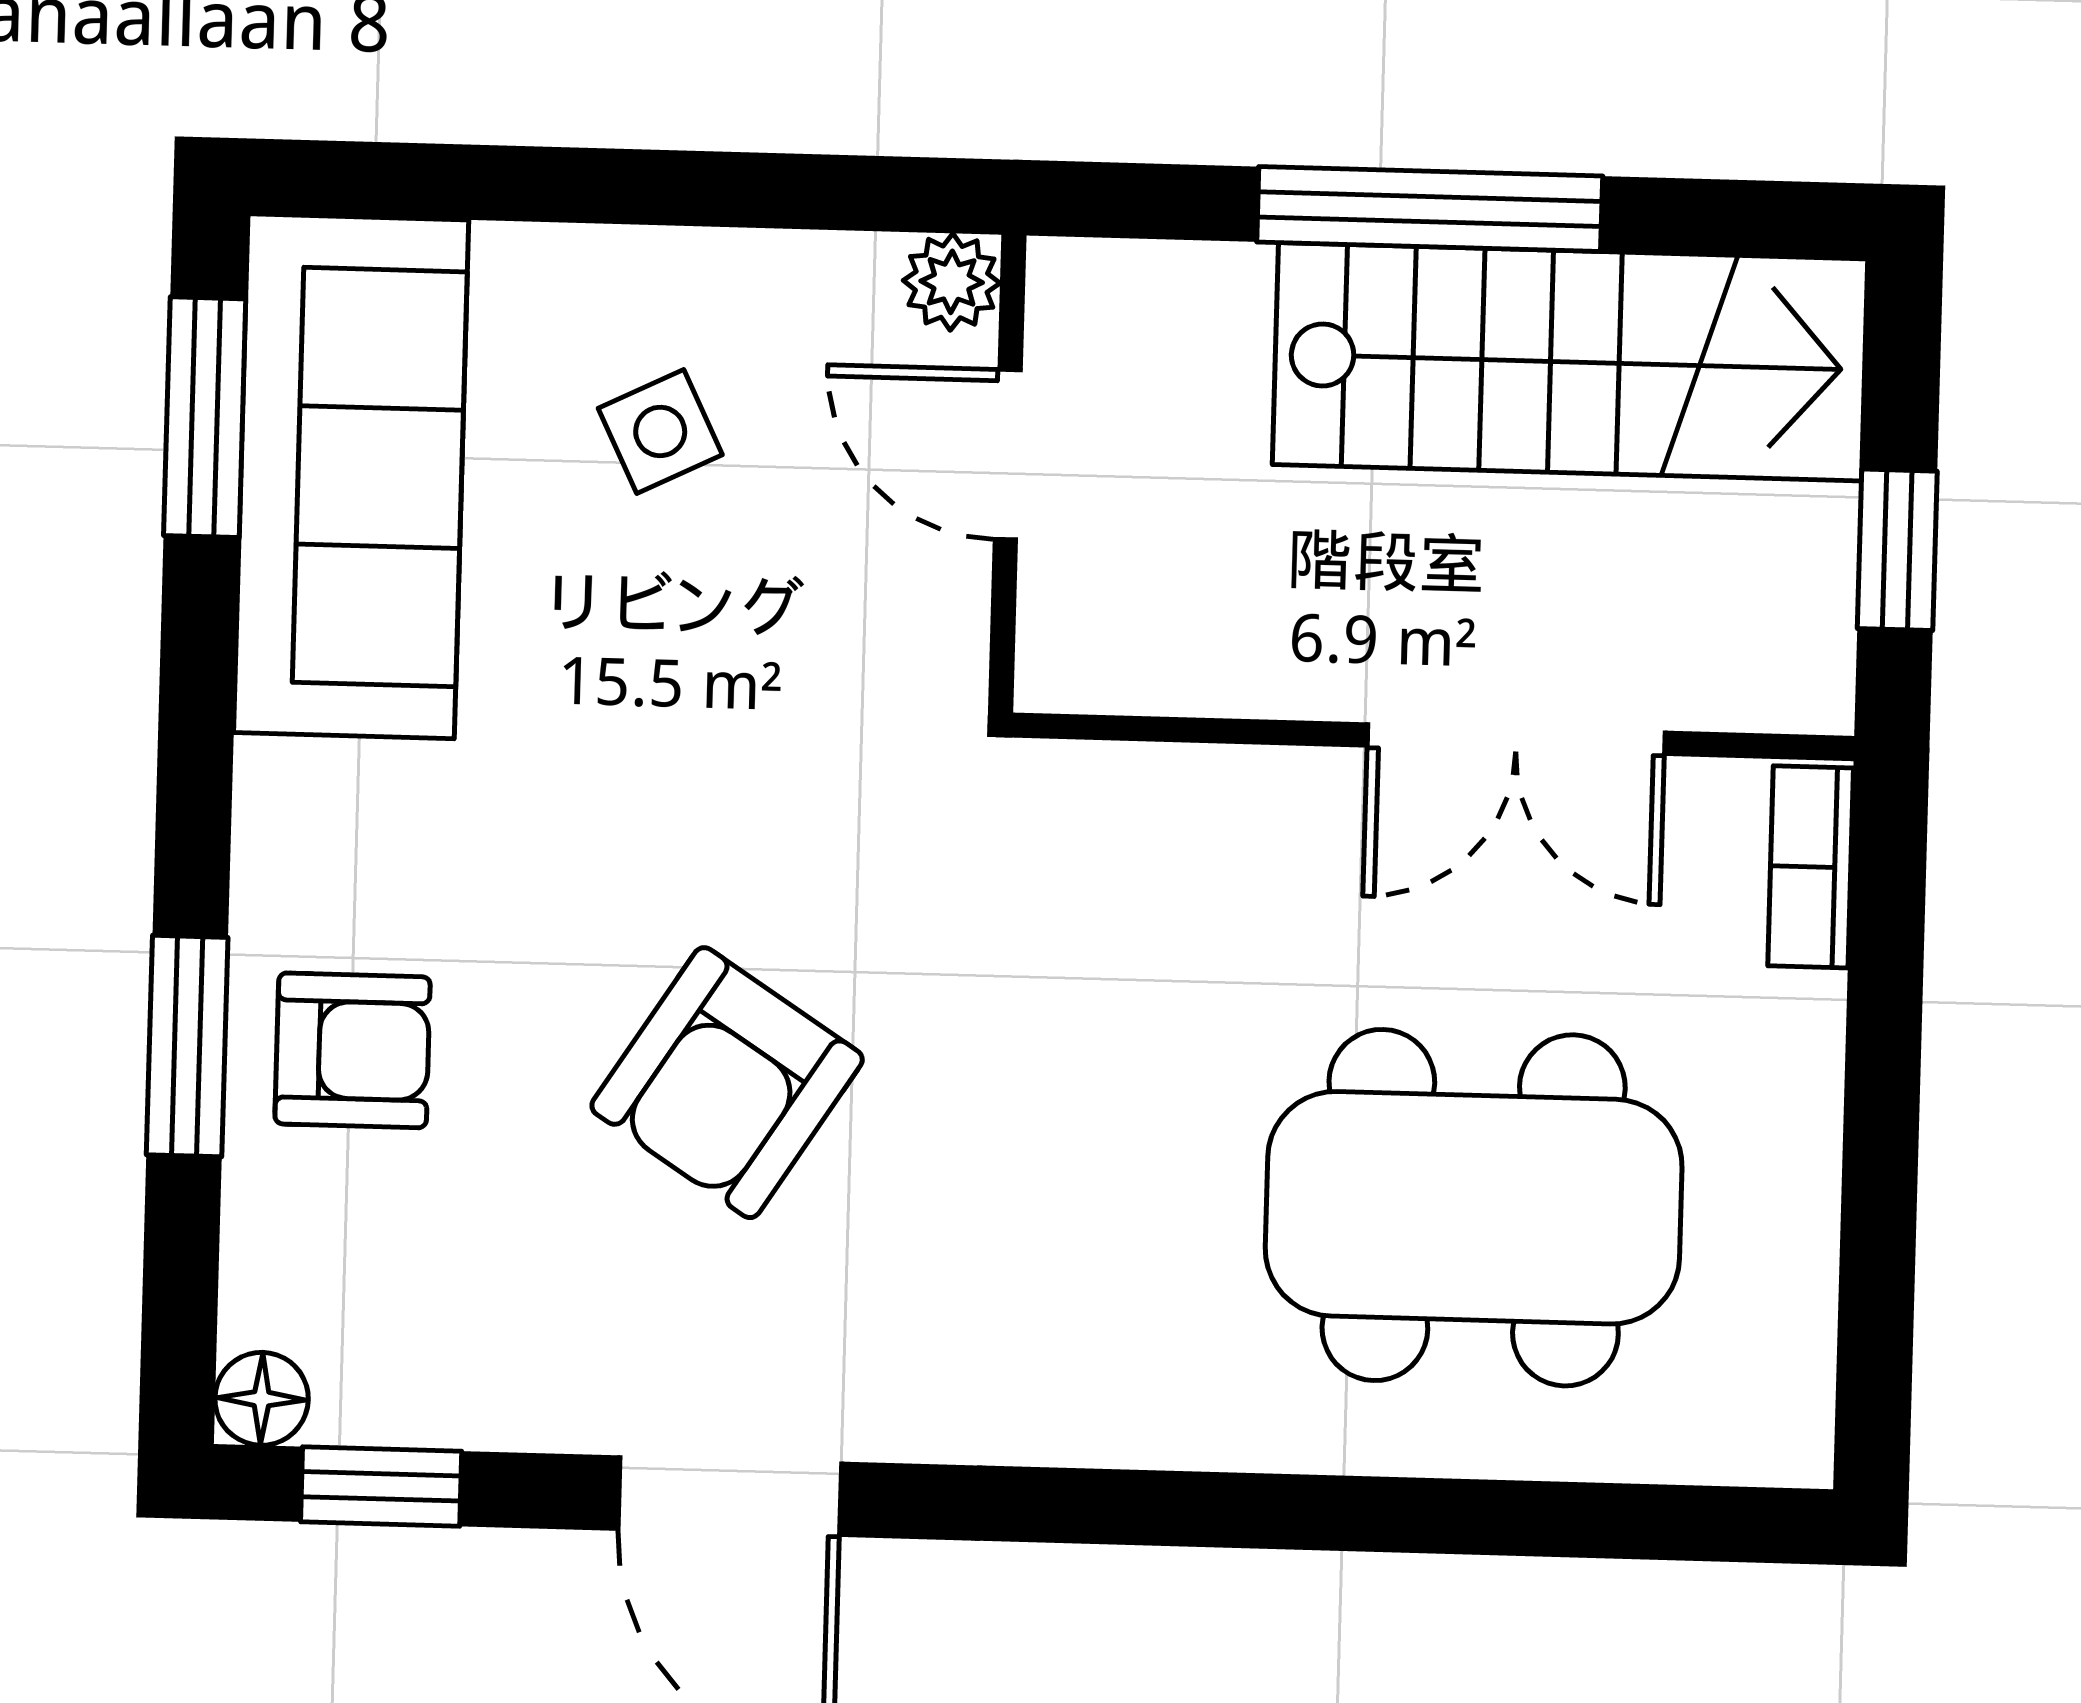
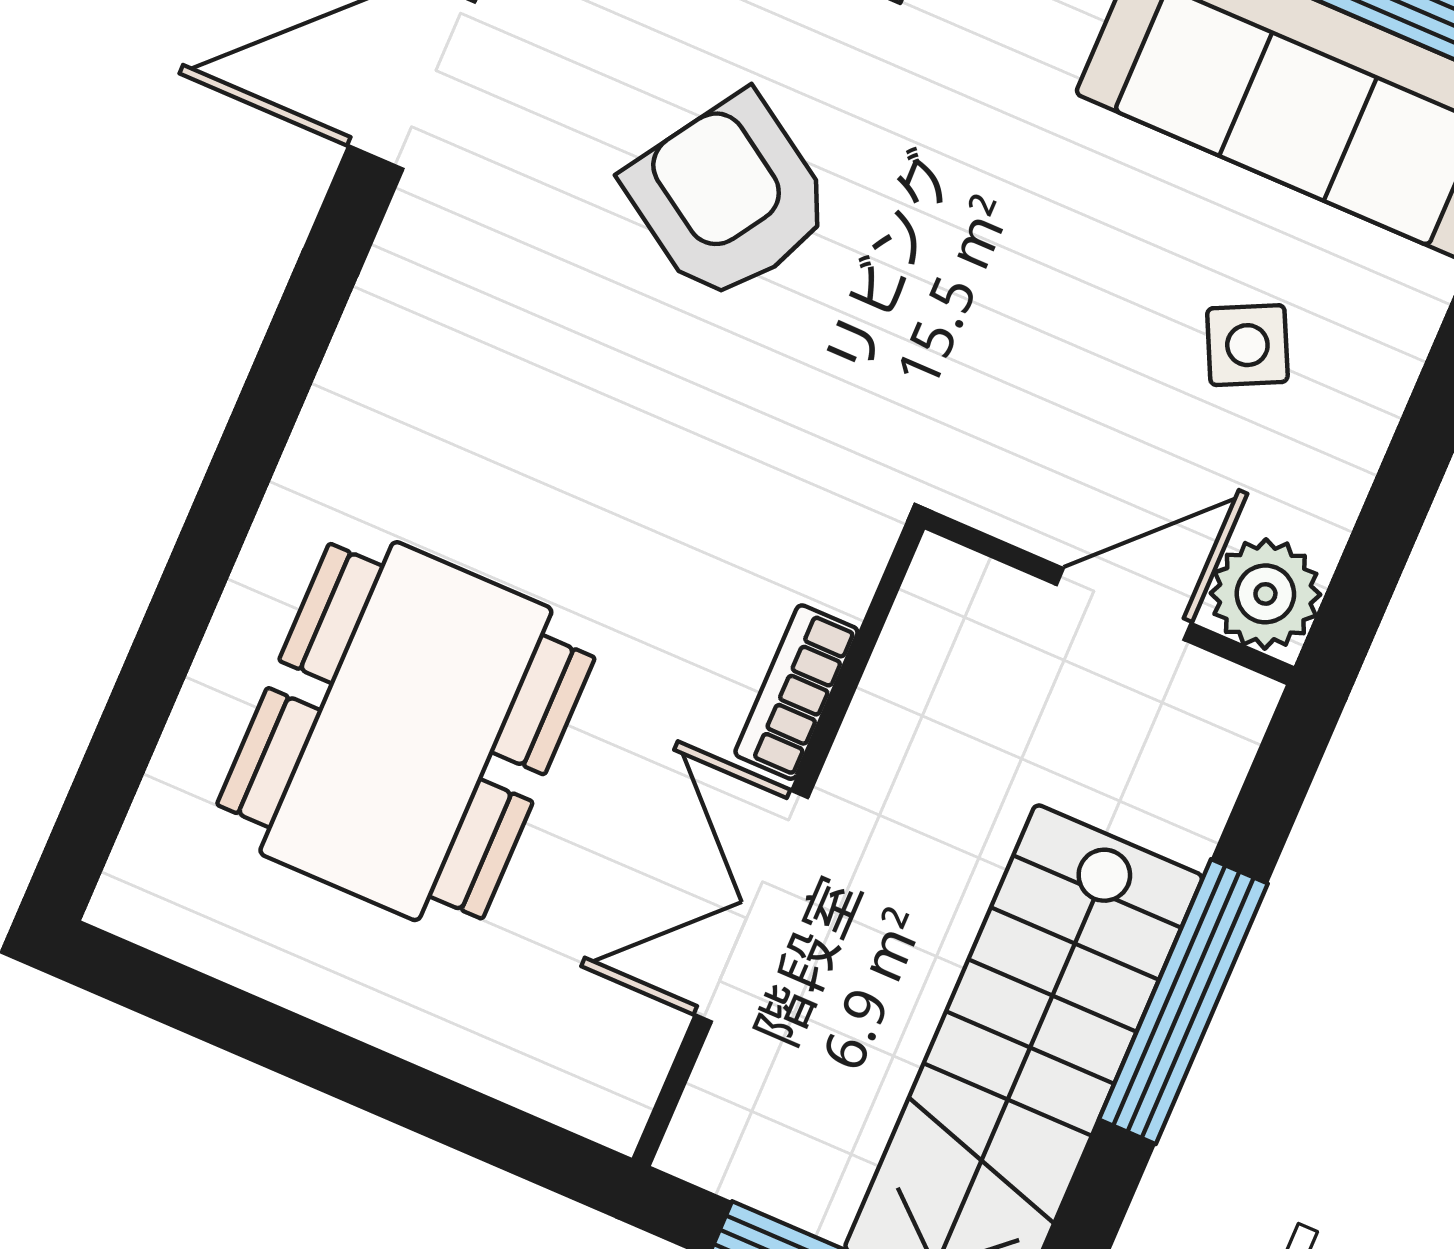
plant: (952, 282) -> (1265, 594), width x1.38, depth x1.38
bookcase: (1811, 867) -> (797, 692), moved, turned -90

